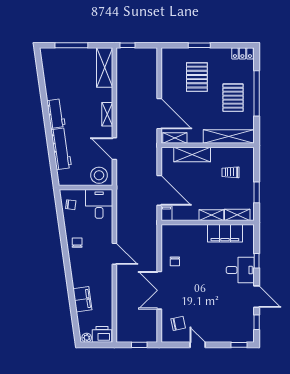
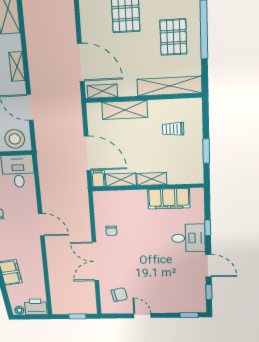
shelving: (237, 215) -> (121, 180), moved

